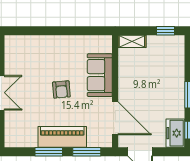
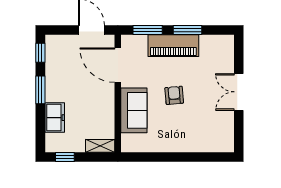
freezer: (175, 133) -> (55, 118), moved

